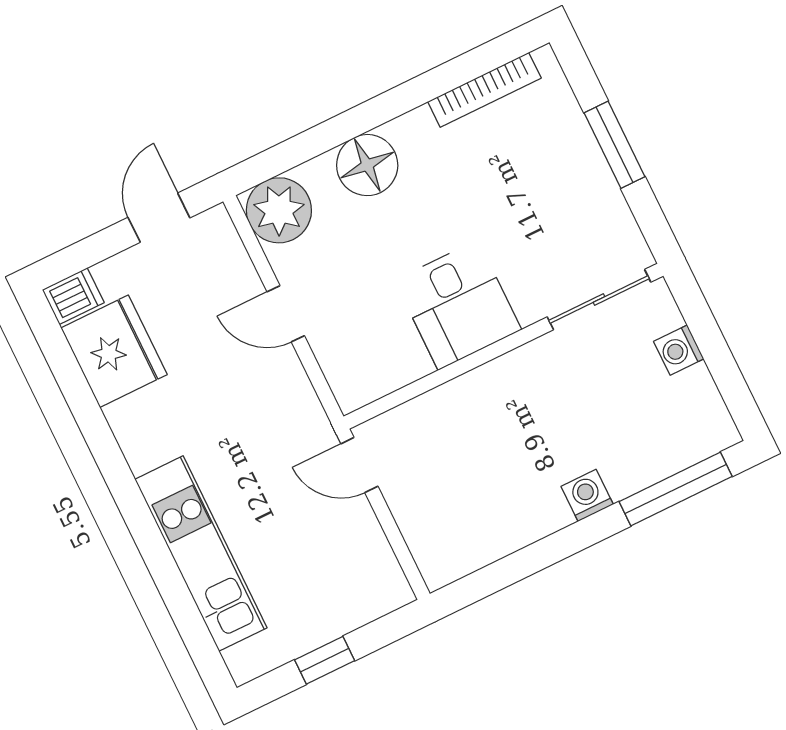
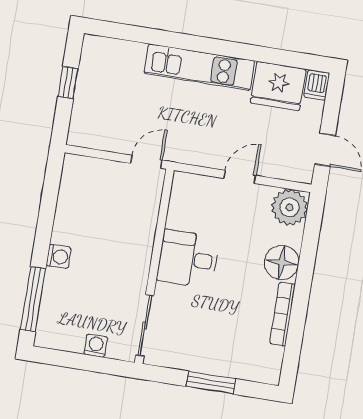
bookcase: (484, 90) -> (283, 314), moved
kitchen unit: (201, 554) -> (199, 67), moved

